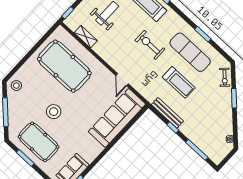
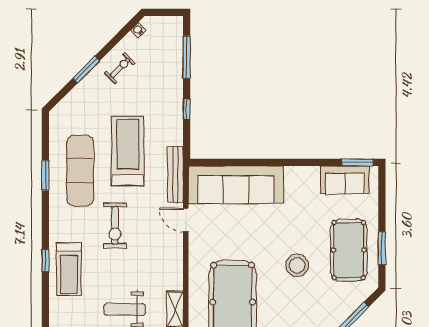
exercise bike: (225, 77) -> (120, 68), moved
door: (122, 80) -> (186, 220), swing flipped
treadmill: (179, 82) -> (128, 151), width x1.37, depth x1.38
bench: (167, 113) -> (175, 174), moved

